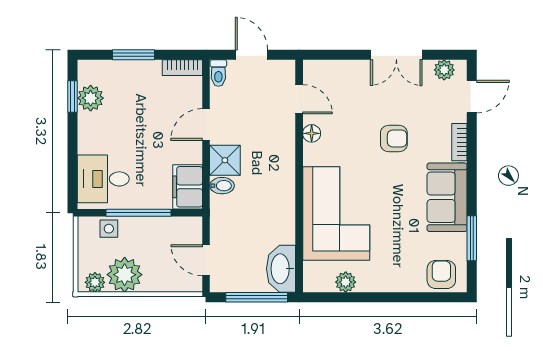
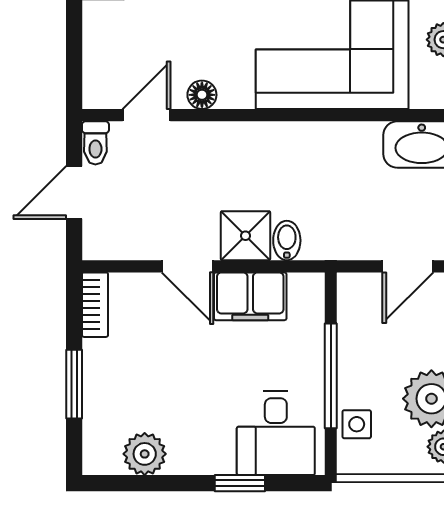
toilet: (218, 73) -> (95, 143), moved, turned 90
window: (73, 97) -> (240, 483), moved
filing cabinet: (188, 187) -> (250, 296), moved

